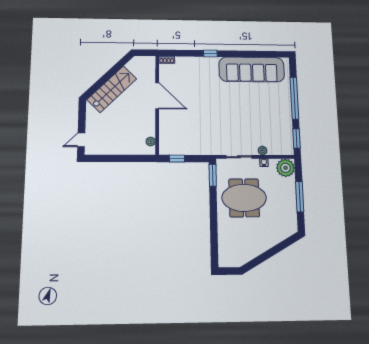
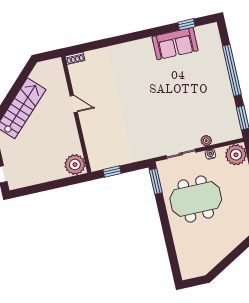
window: (210, 54) -> (186, 24), moved
sofa: (252, 69) -> (175, 44), width x0.54, depth x0.79
door: (157, 96) -> (74, 104), width x0.53
plant: (151, 141) -> (75, 165), width x1.88, depth x1.88

